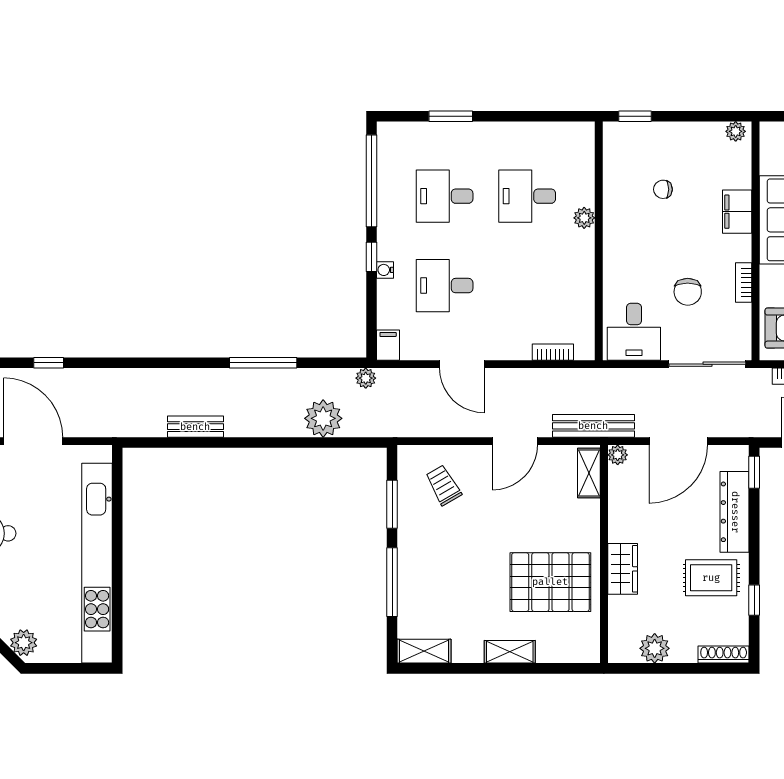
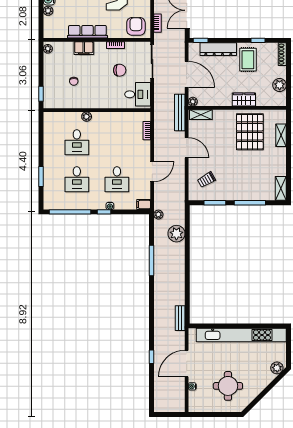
bench: (195, 427) -> (180, 318), moved
shelving: (510, 652) -> (281, 135), moved

